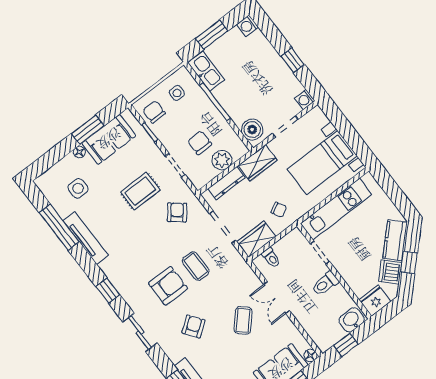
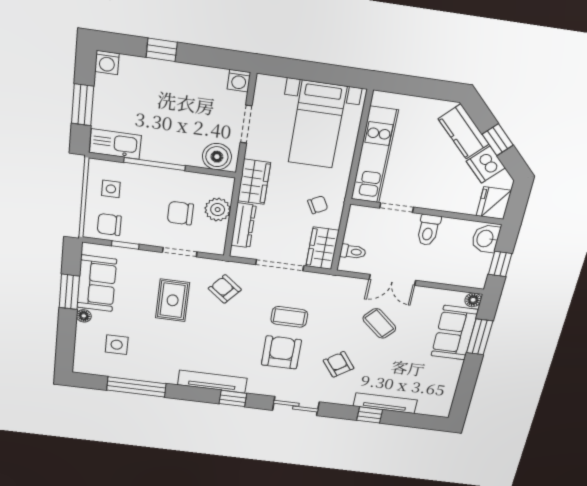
window: (293, 60) -> (162, 50), moved
tv unit: (86, 238) -> (212, 382), moved

